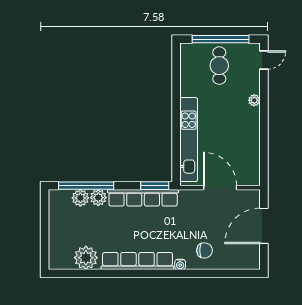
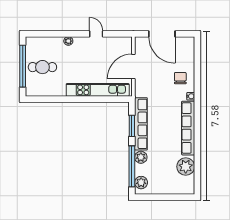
door: (264, 60) -> (96, 34), moved
window: (155, 186) -> (132, 126), moved
plant: (80, 198) -> (141, 183), moved

